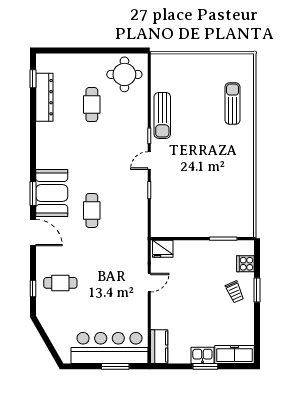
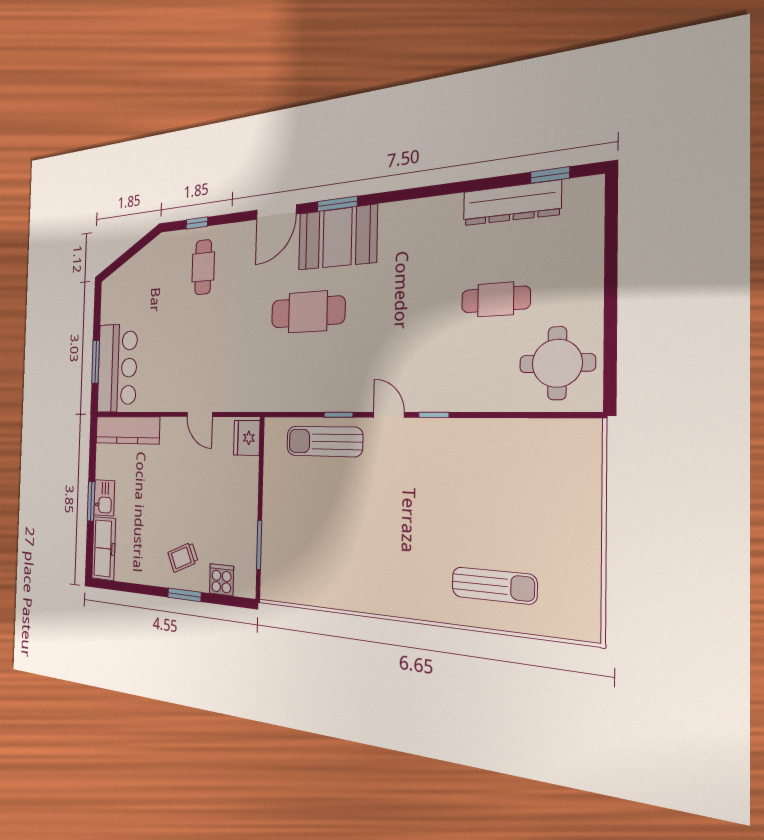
sun lounger: (162, 115) -> (324, 441), moved
cafe table: (92, 210) -> (308, 312), width x1.37, depth x1.35
kitchen counter: (159, 347) -> (127, 430), width x1.50
bar counter: (109, 348) -> (117, 368), width x0.73

